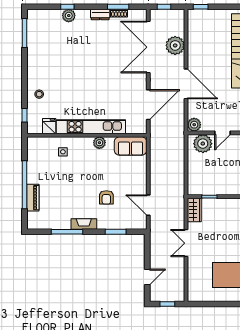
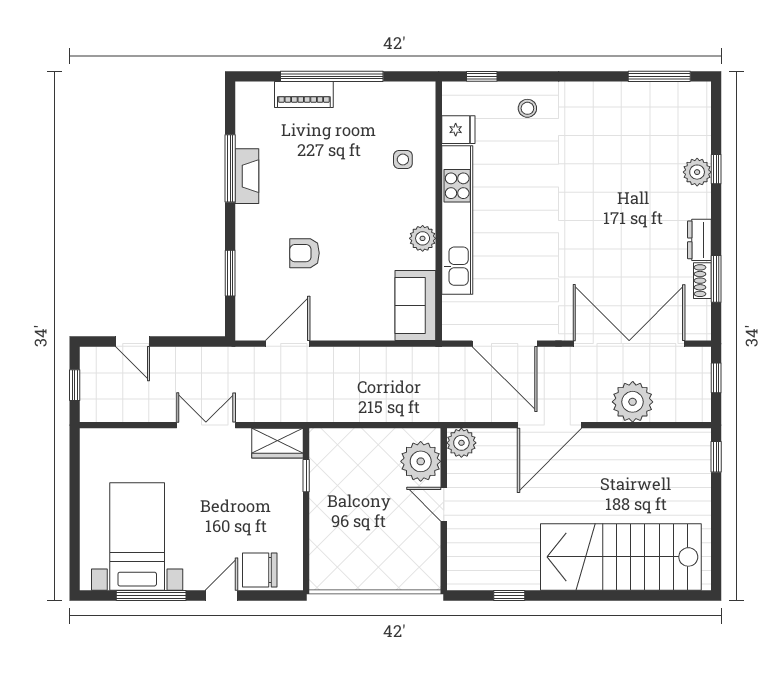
fireplace: (84, 224) -> (247, 176), moved

